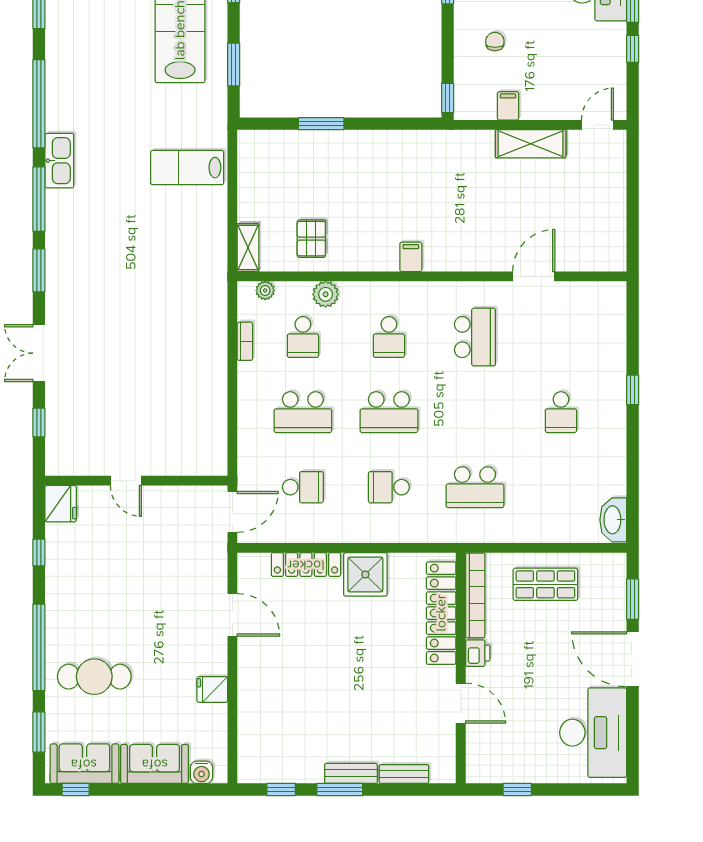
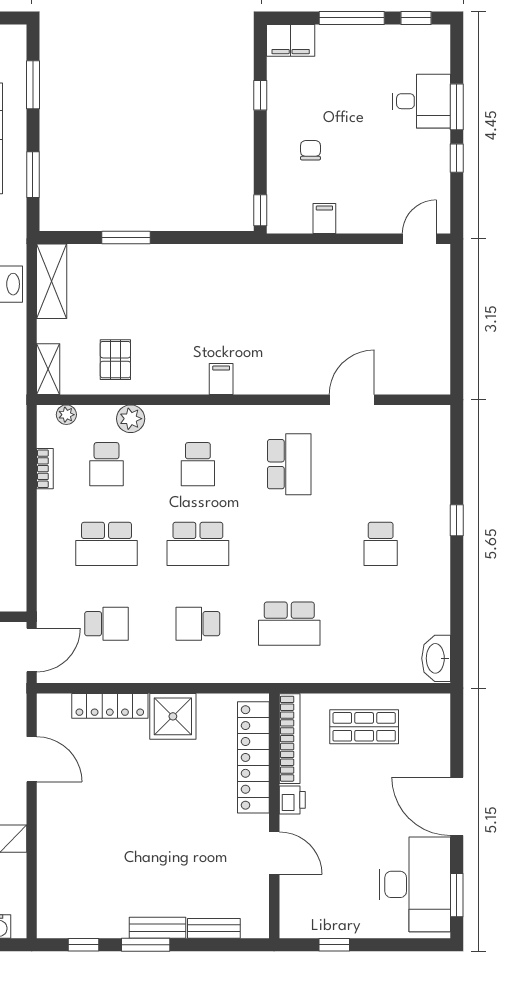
shelving: (531, 144) -> (52, 281), moved, turned 90
window: (633, 599) -> (457, 895), moved

